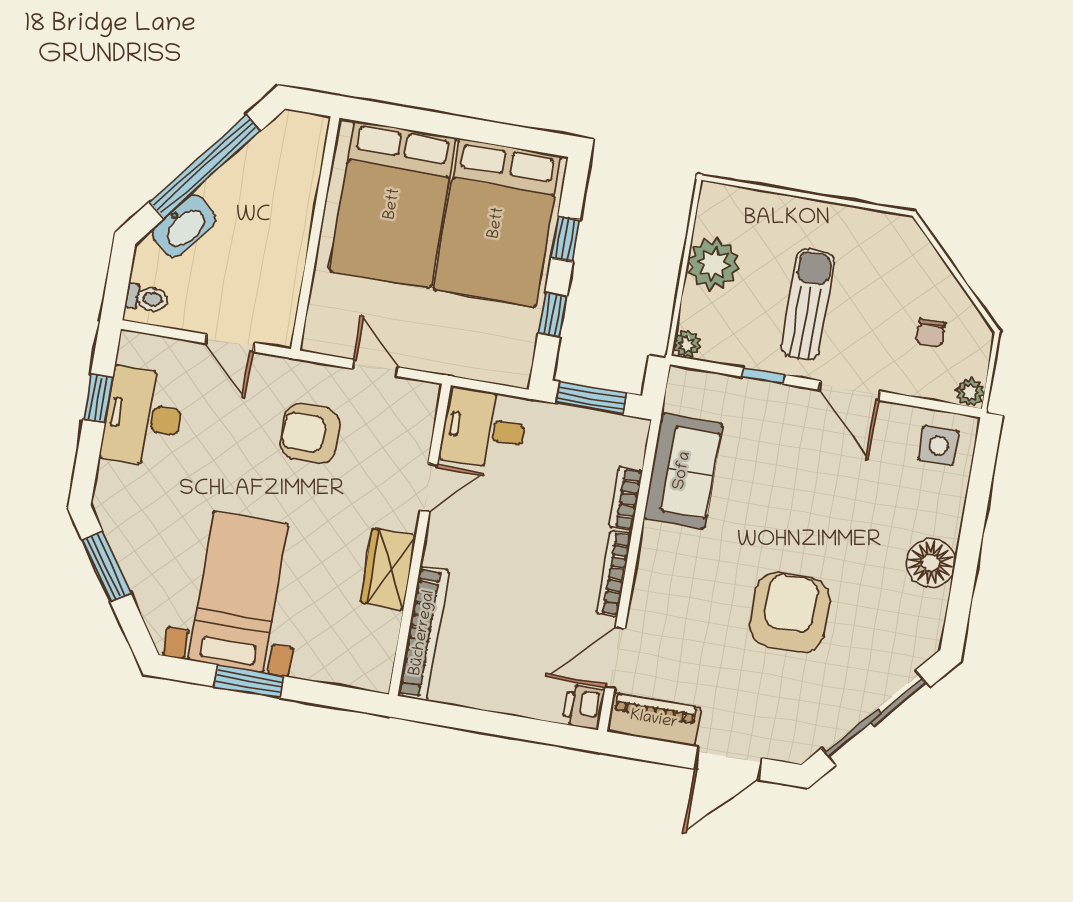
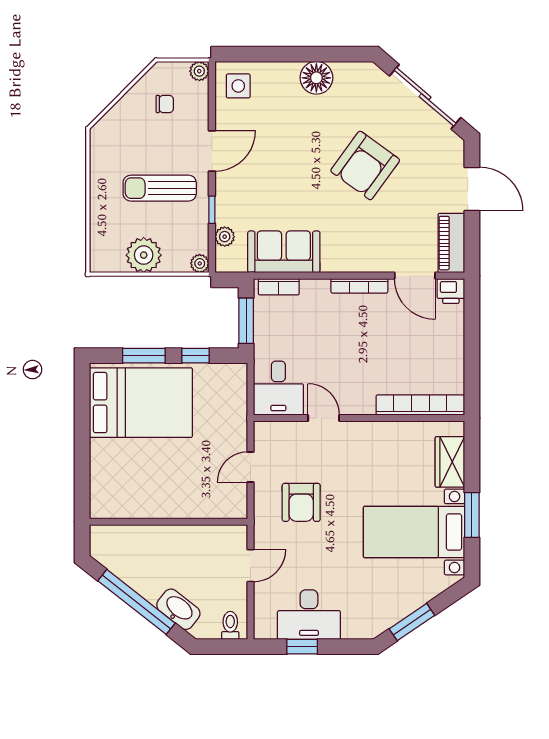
bed: (393, 204) -> (141, 474), removed
window: (565, 239) -> (144, 356), width x1.50
plant: (720, 388) -> (225, 237), added
bookcase: (626, 499) -> (279, 287), moved
wardrobe: (388, 569) -> (450, 462), moved, turned 90
armchair: (790, 612) -> (365, 165), turned -54

